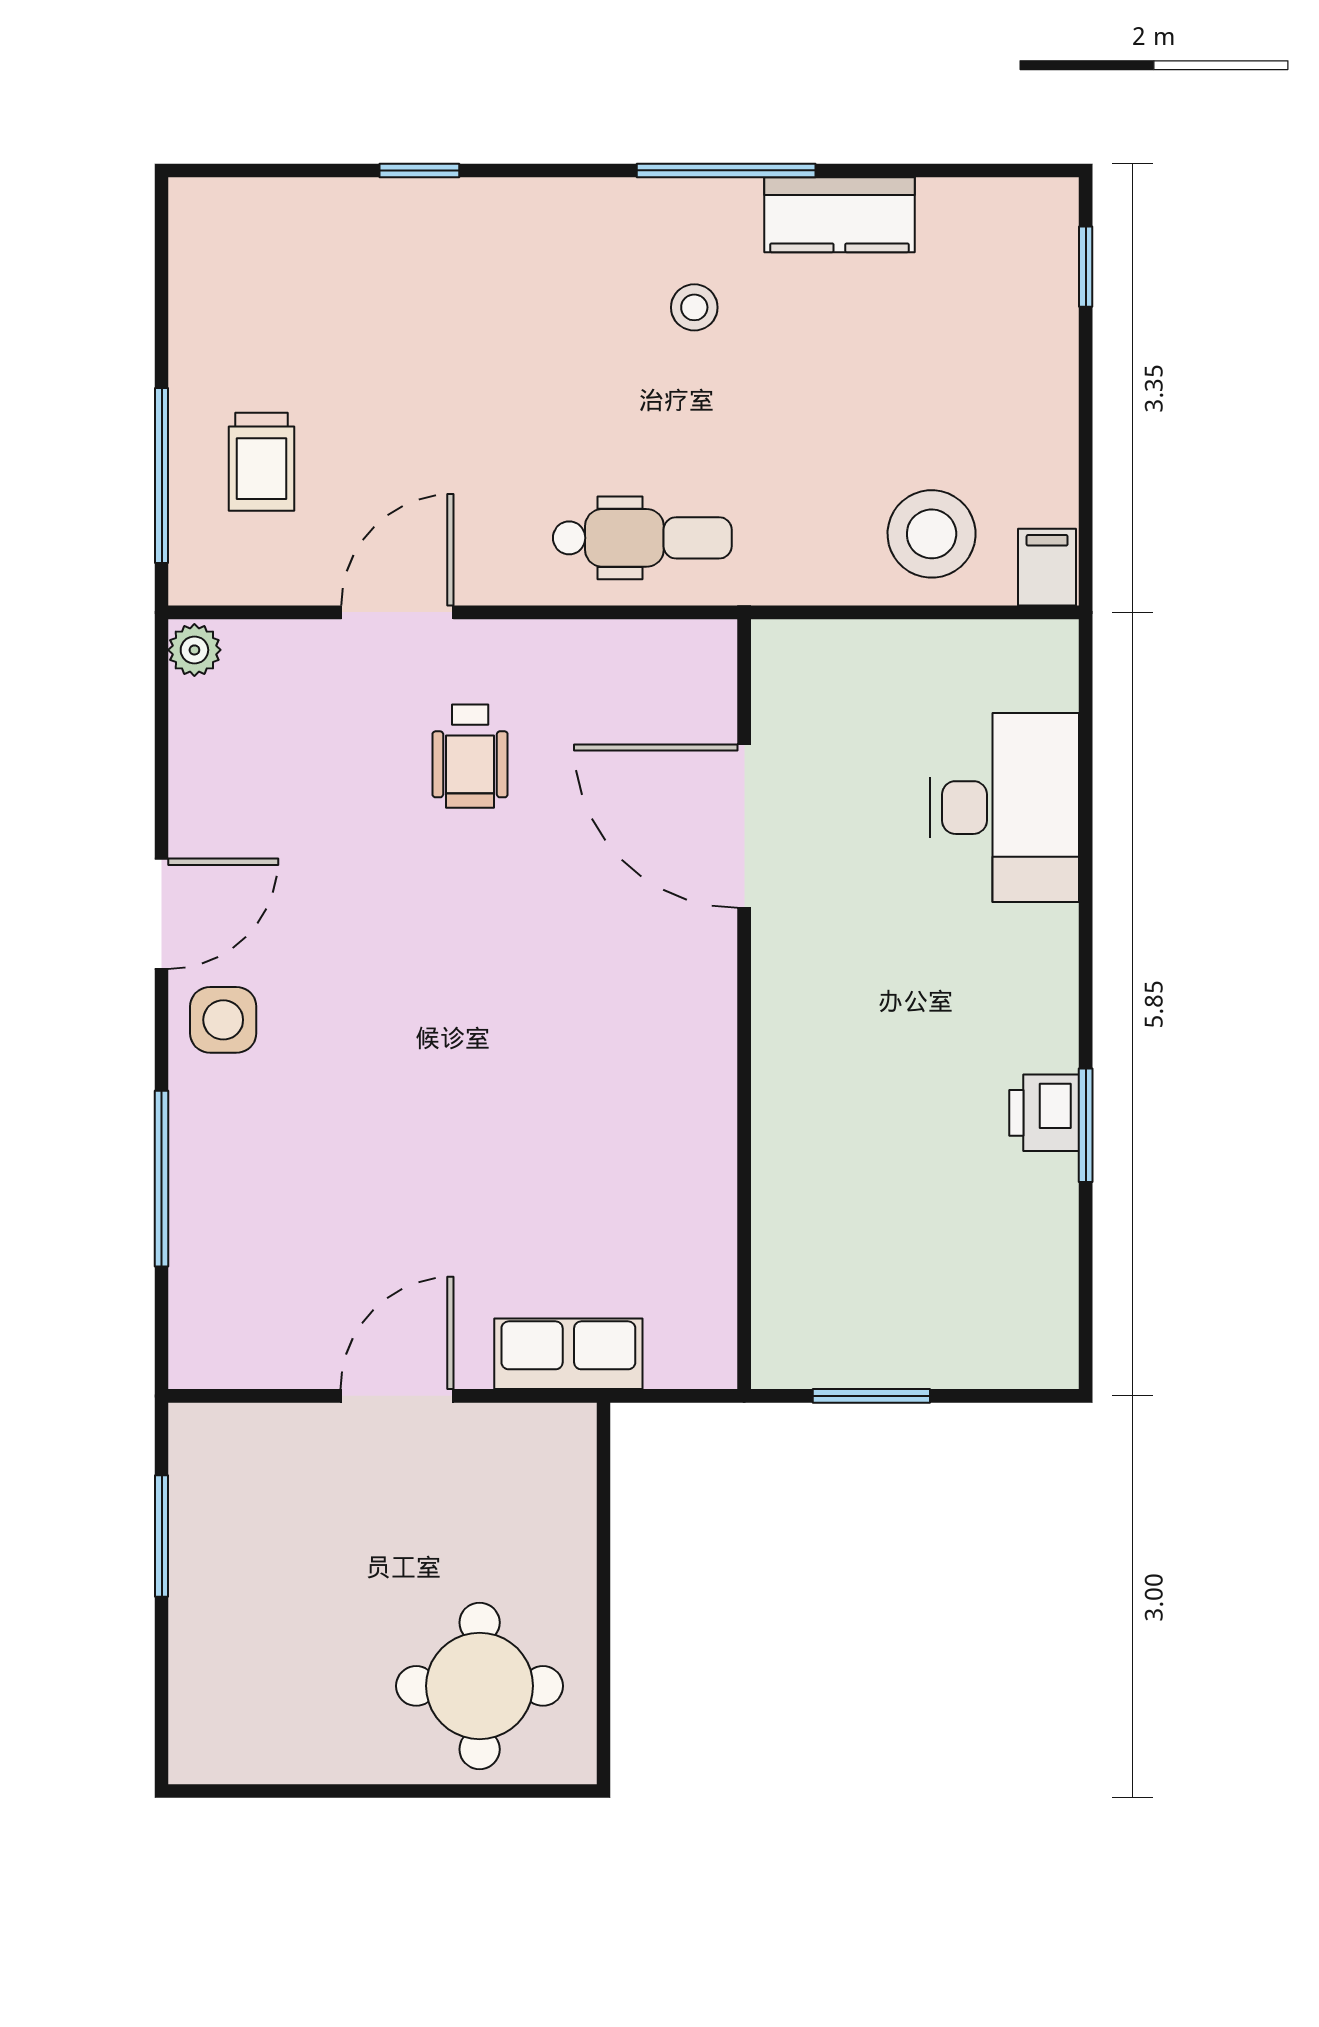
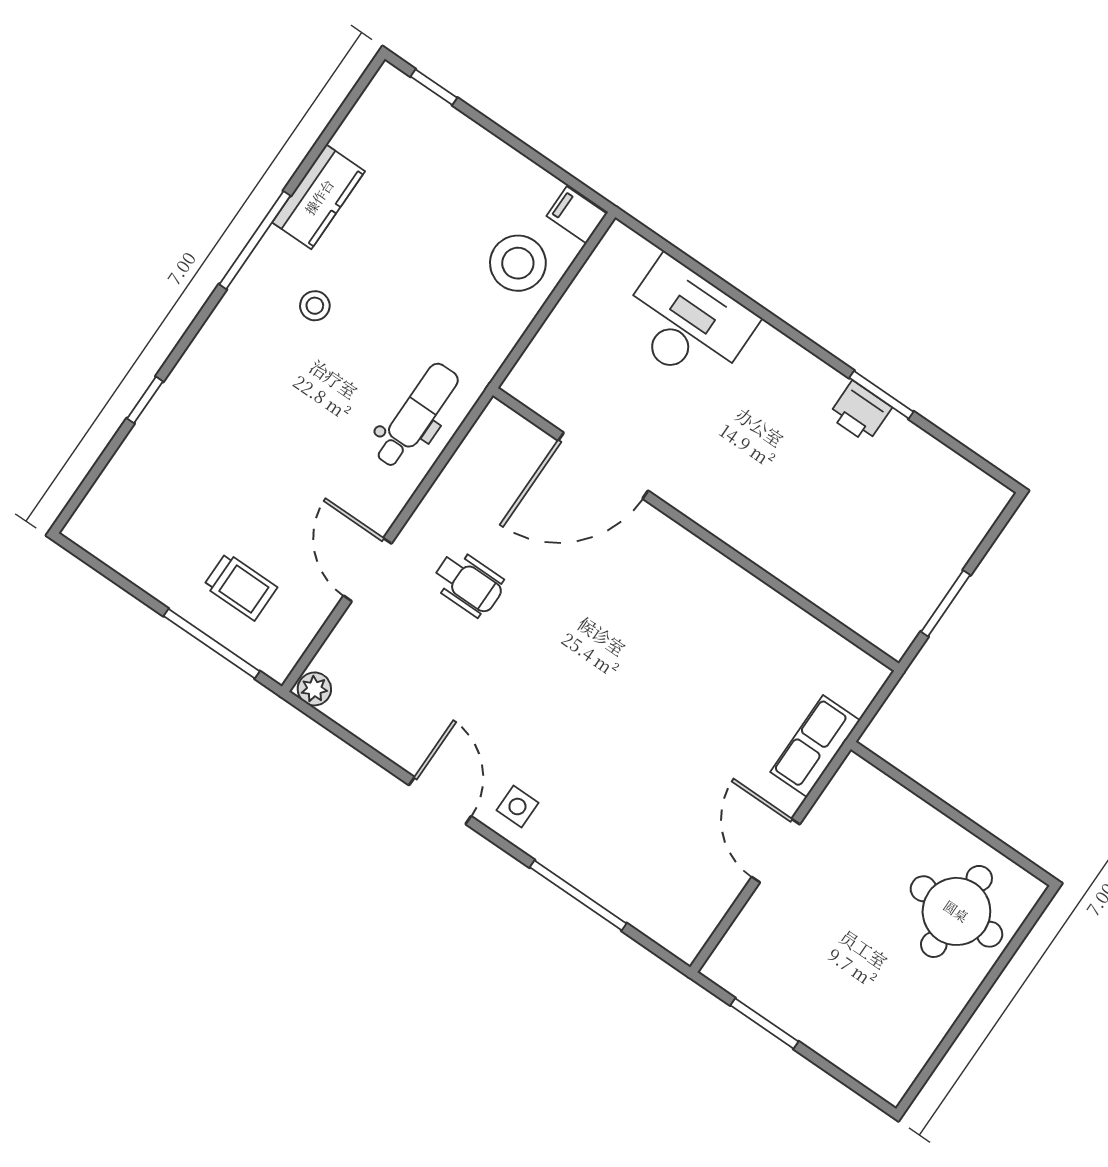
side table: (223, 1020) -> (517, 806), width x0.73, depth x0.73

